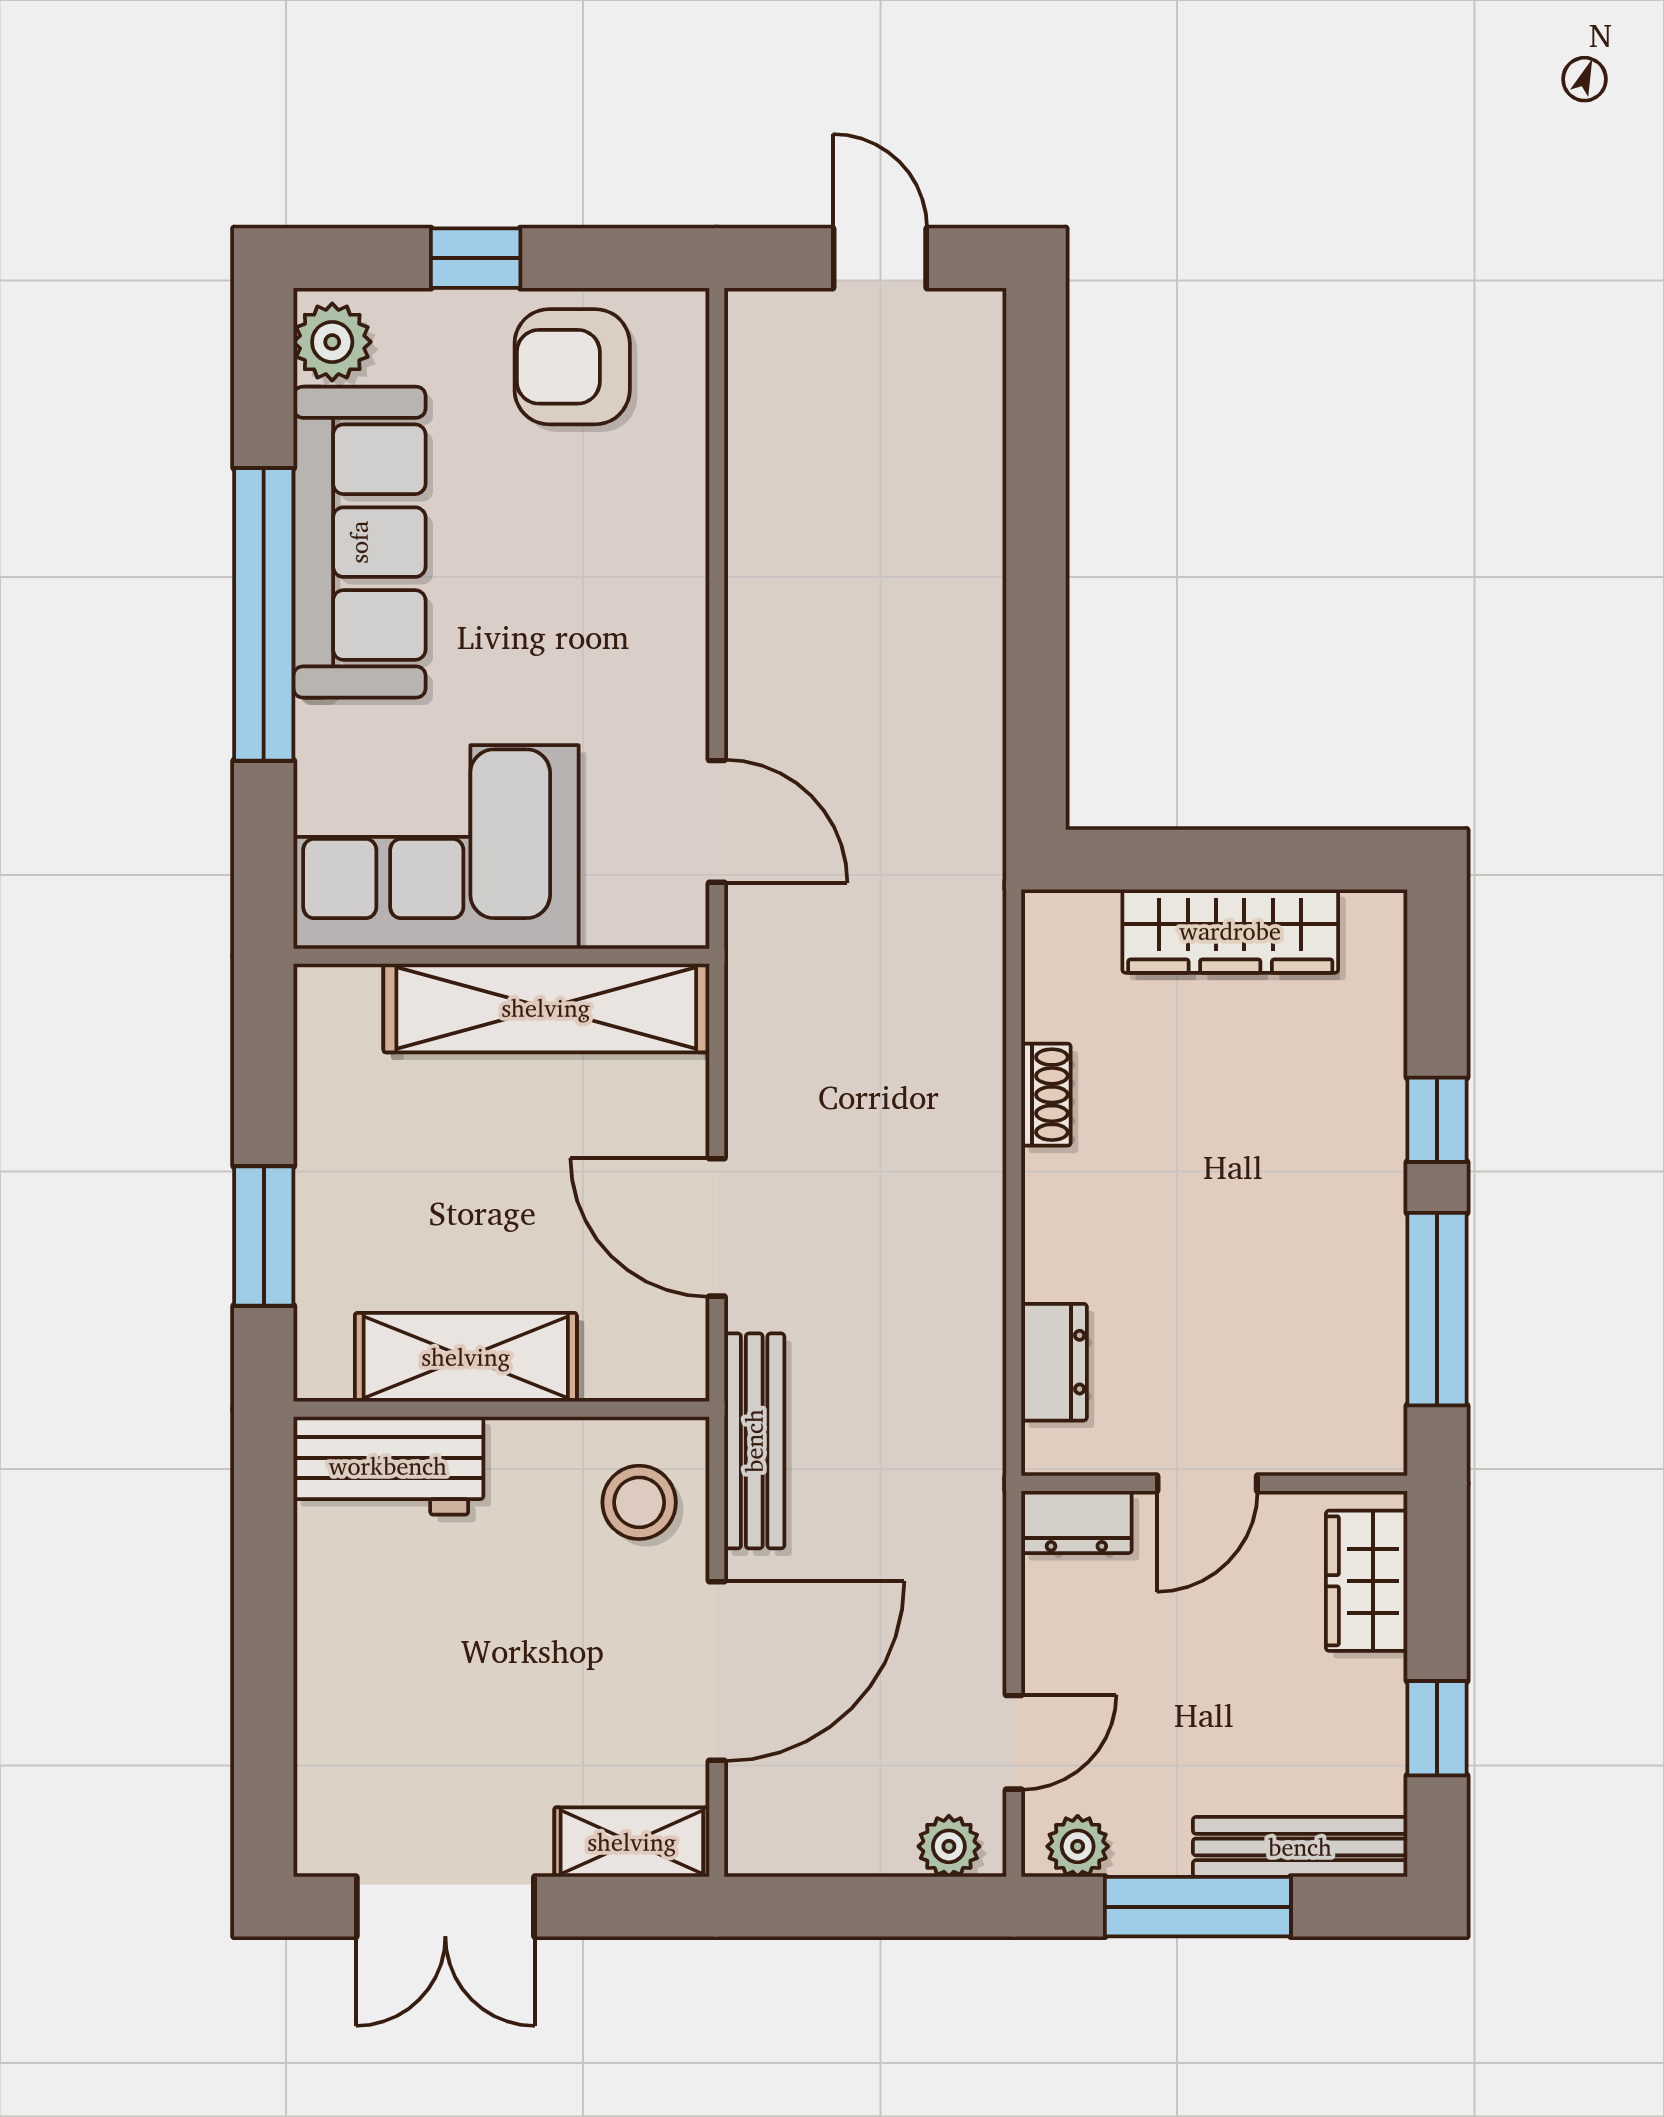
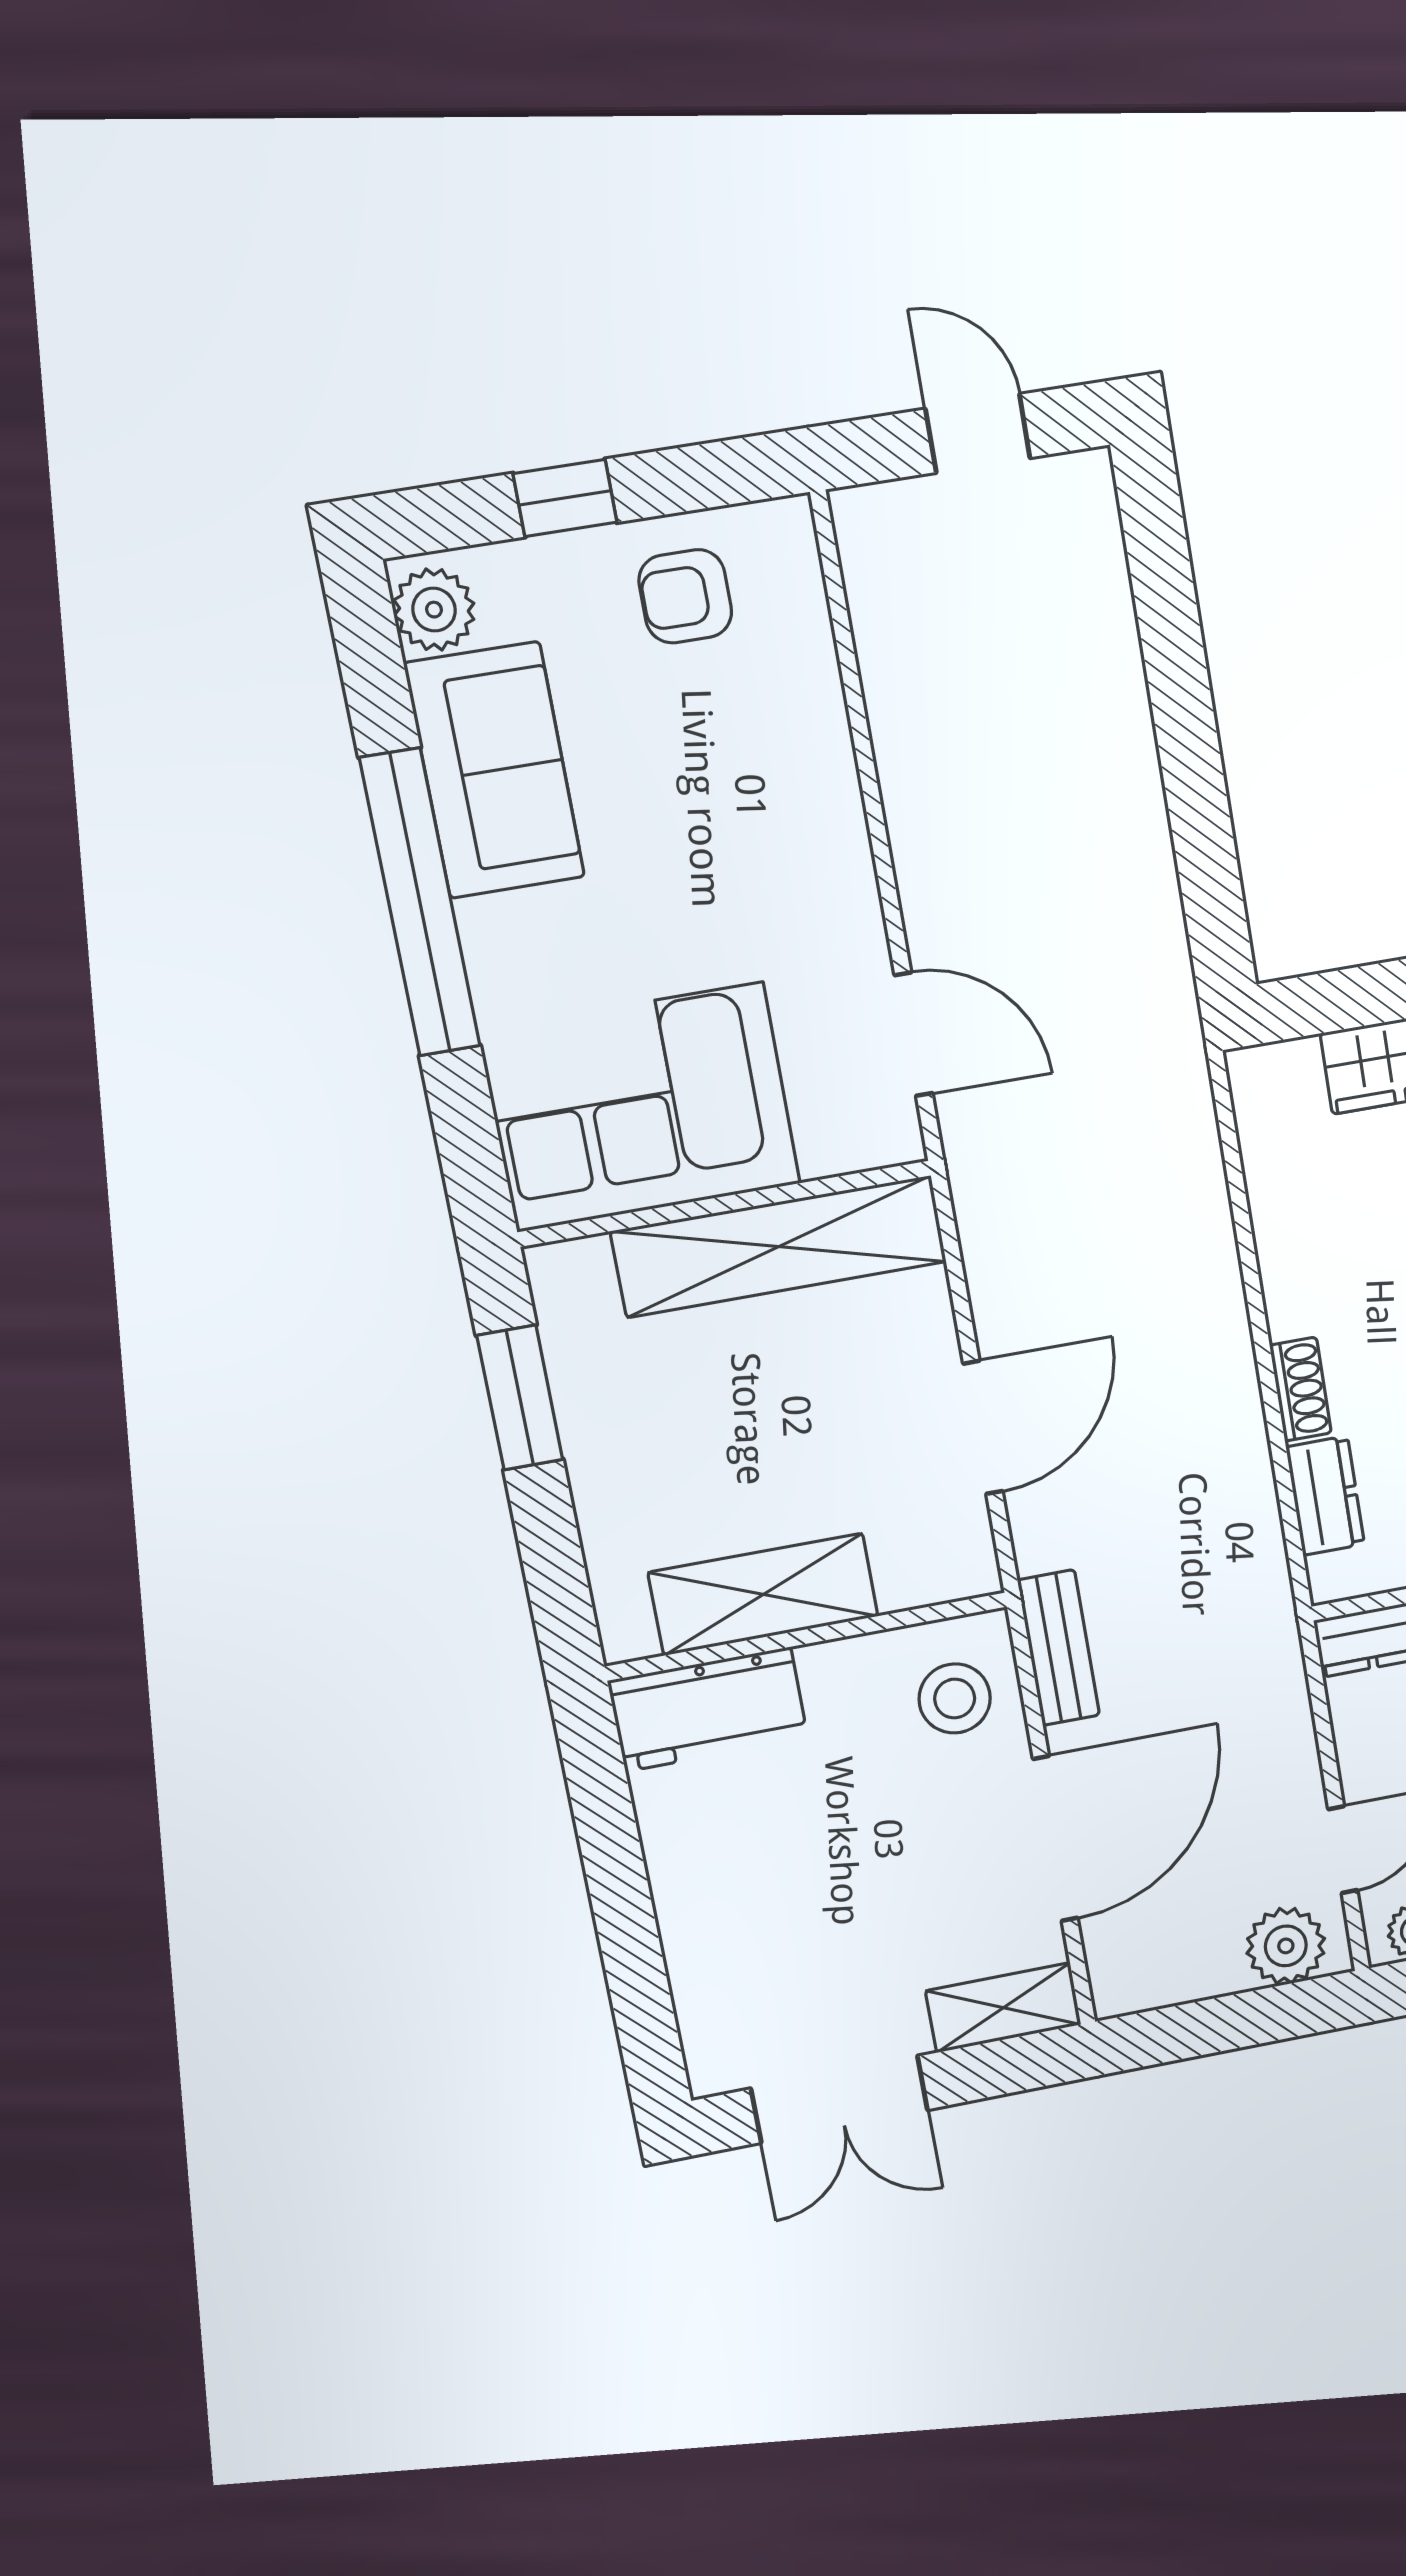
armchair: (572, 367) -> (685, 596), width x0.72, depth x0.72
sofa: (359, 542) -> (495, 770), width x0.73
shoe rack: (1046, 1095) -> (1300, 1389), moved
door: (717, 1227) -> (983, 1428), swing flipped
window: (264, 1236) -> (520, 1398), moved
bench: (754, 1441) -> (1059, 1648), width x0.73
plant: (949, 1846) -> (1286, 1946), width x1.38, depth x1.38

